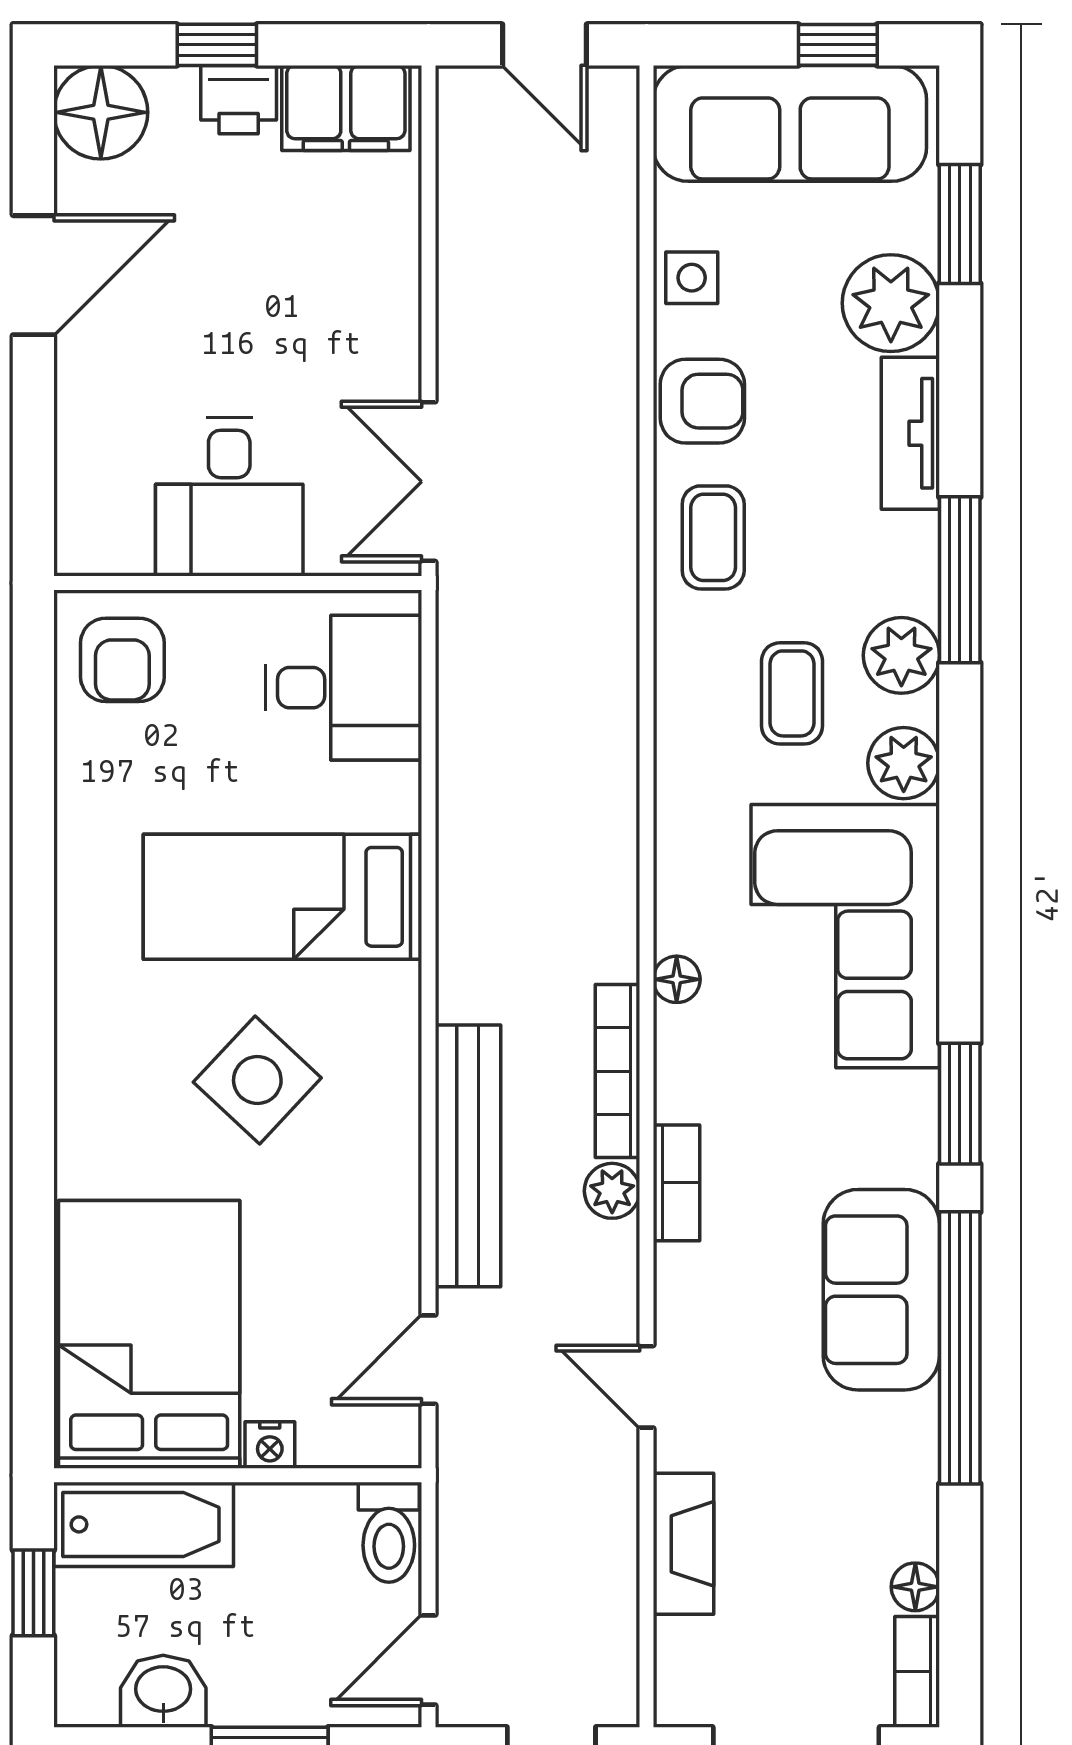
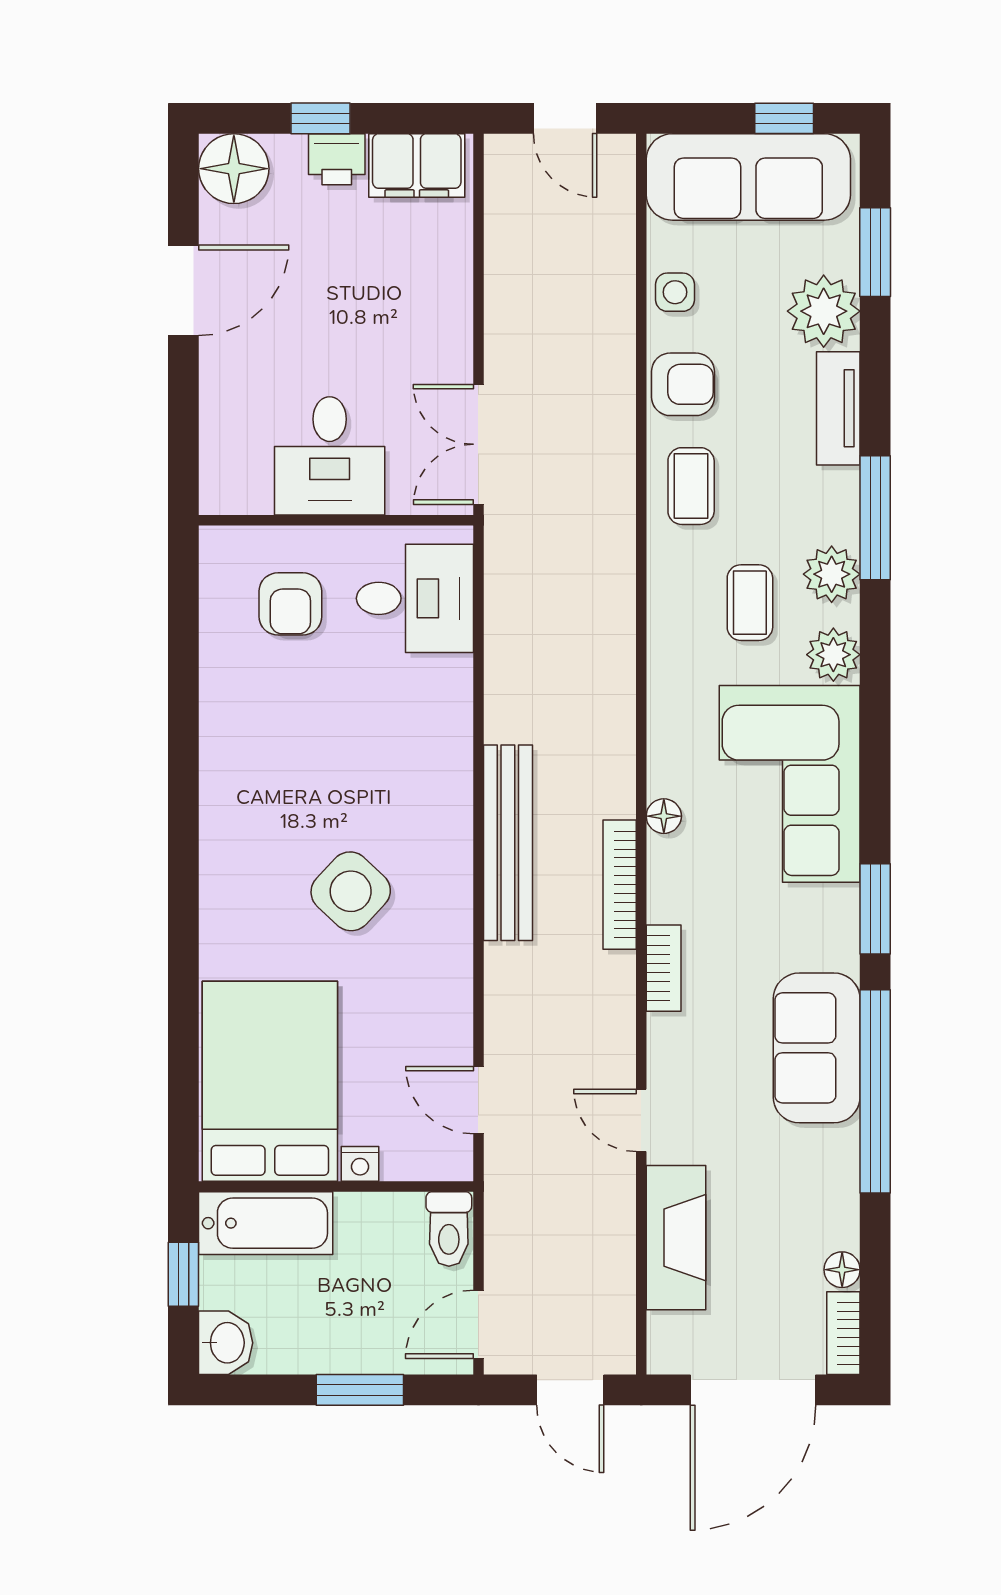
armchair: (122, 660) -> (290, 604), moved
bed: (283, 897) -> (370, 755), removed
bench: (468, 1156) -> (508, 843), moved
plant: (612, 1191) -> (616, 974), removed
door: (428, 1360) -> (478, 1100), hinge flipped
fireplace: (683, 1544) -> (676, 1238), width x1.37, depth x1.32
washbasin: (163, 1691) -> (226, 1343), moved, turned 90

